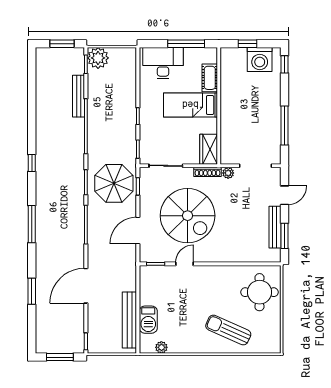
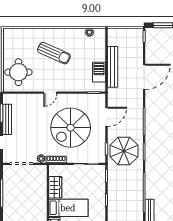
wardrobe: (209, 149) -> (55, 187), moved
spiral stairs: (188, 216) -> (71, 128), turned -90
door: (185, 264) -> (50, 93), moved
bench: (129, 320) -> (113, 67), moved
barbecue: (148, 320) -> (99, 72), moved
sun lounger: (228, 330) -> (54, 53), moved

